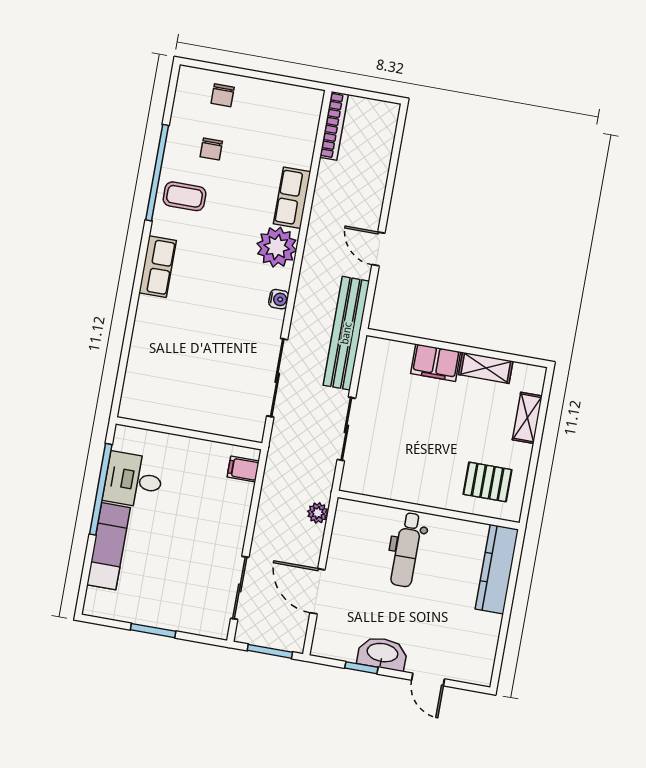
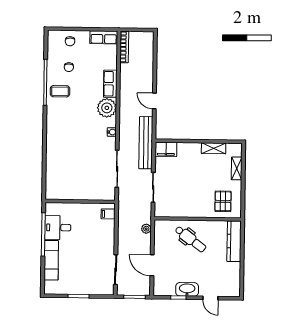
row of seats: (158, 267) -> (104, 37), moved, turned 90
filing cabinet: (436, 363) -> (166, 149), moved
pallet: (487, 482) -> (223, 201), turned 90
dental chair: (407, 550) -> (190, 239), turned -53

